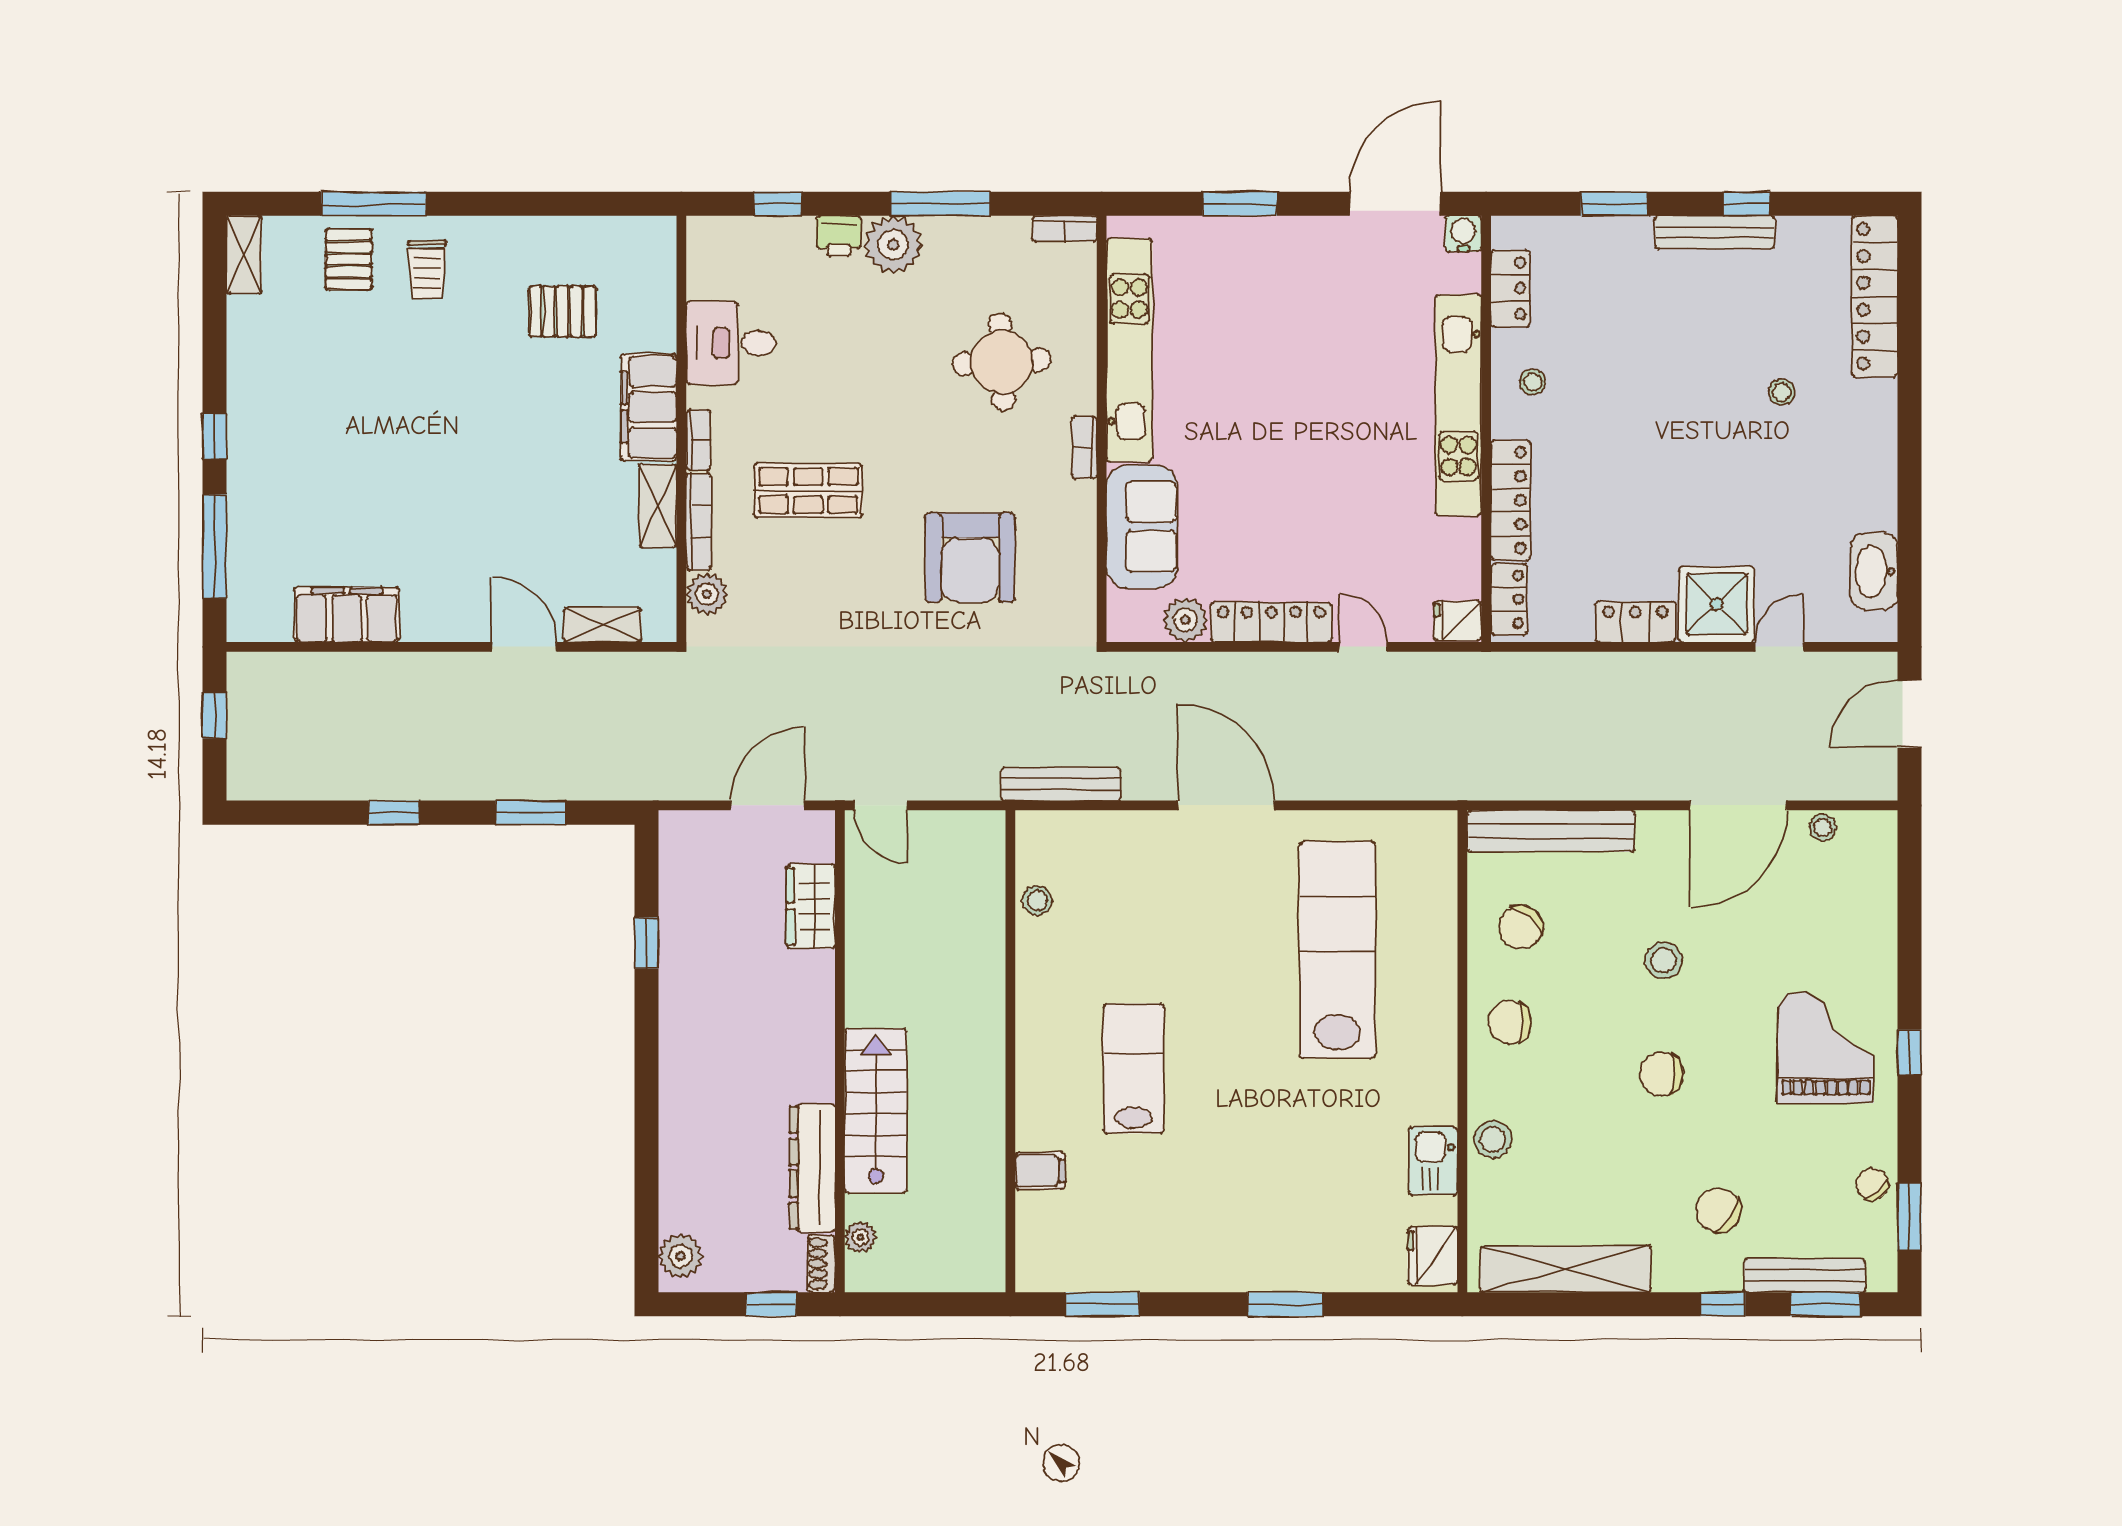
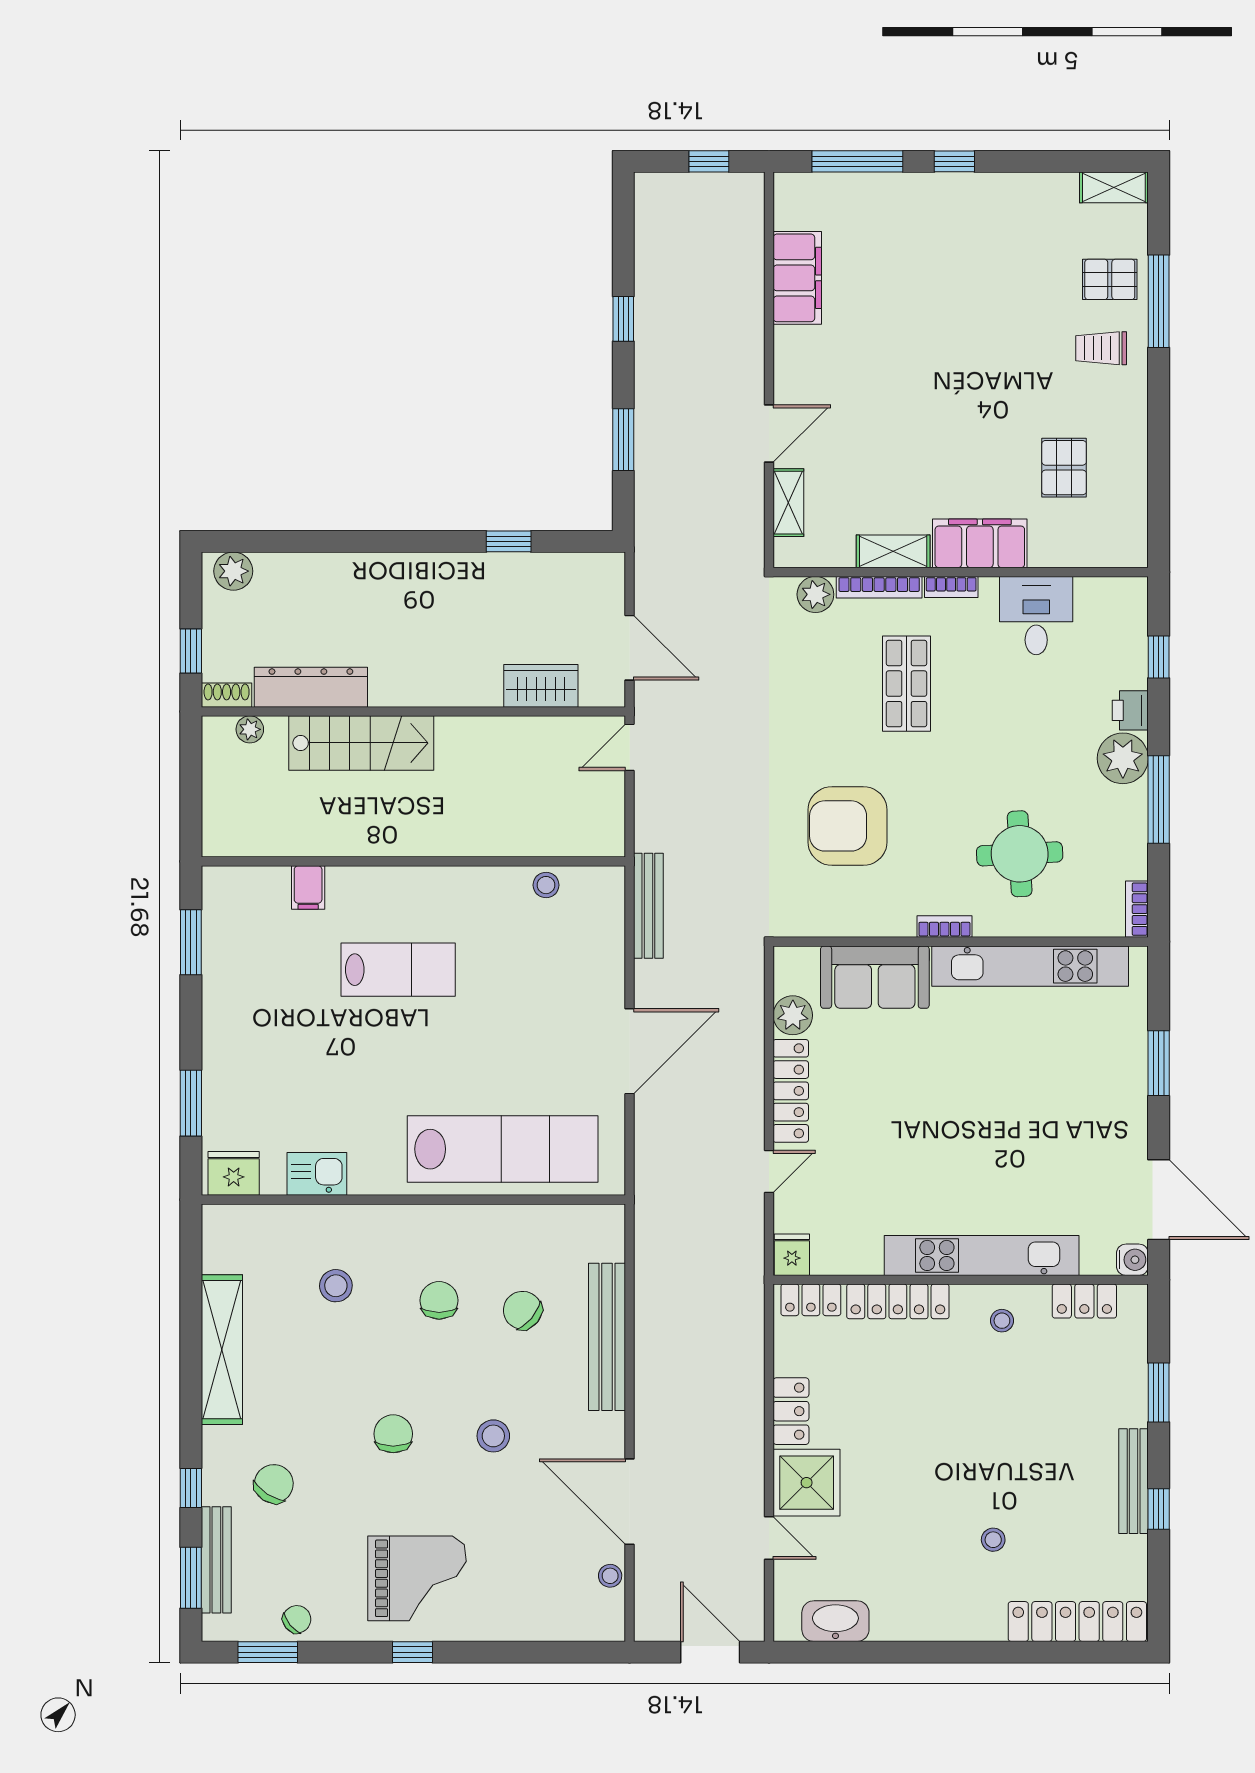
wall: (1462, 1051) -> (413, 1200), moved
kitchen sink: (1433, 1161) -> (317, 1174), moved
fridge: (1433, 1256) -> (234, 1173), moved

